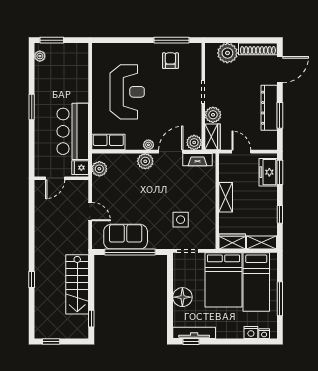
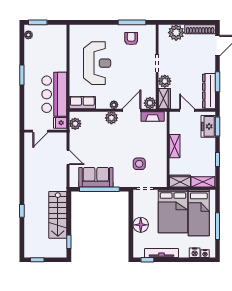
dresser: (269, 108) -> (209, 91), moved
tv unit: (194, 333) -> (162, 253), moved

